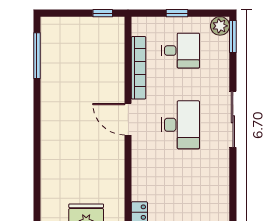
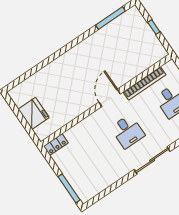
window: (103, 13) -> (154, 27), moved
desk: (180, 125) -> (128, 131), width x0.73

